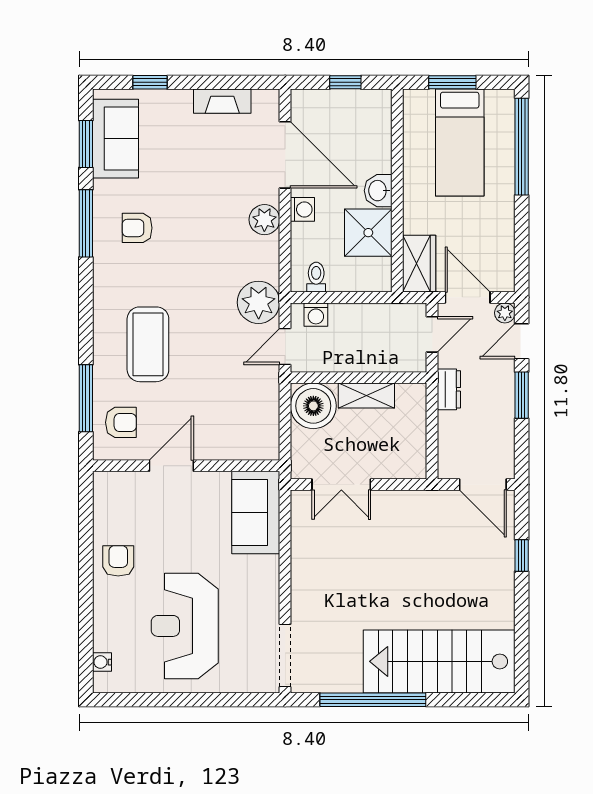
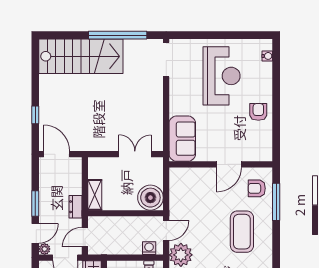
shelving: (366, 396) -> (95, 195), moved, turned 90
armchair: (118, 561) -> (258, 112), turned 180

